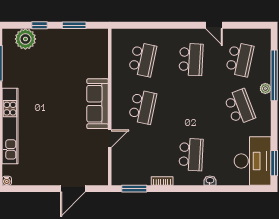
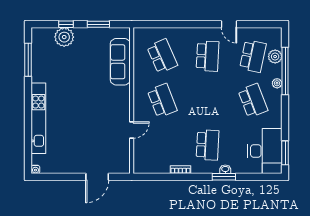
plant: (25, 39) -> (64, 37), moved
school desk: (143, 59) -> (162, 56), turned -36
plant: (263, 60) -> (275, 57), added
sofa: (98, 104) -> (120, 62), moved
school desk: (143, 107) -> (162, 101), turned -33
window: (134, 189) -> (224, 177), moved

